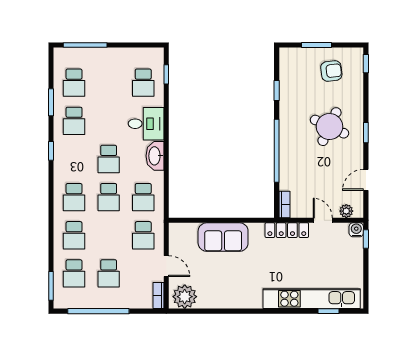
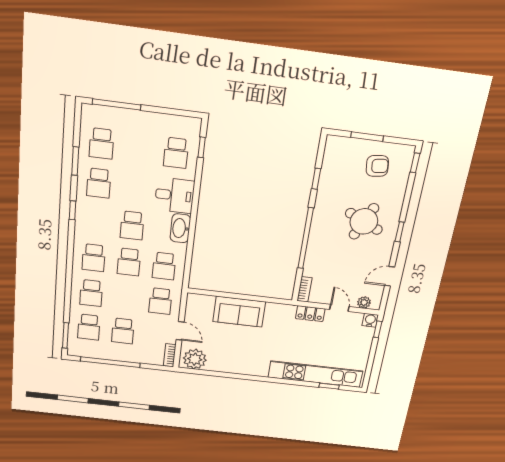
locker: (287, 230) -> (310, 314), width x0.66

